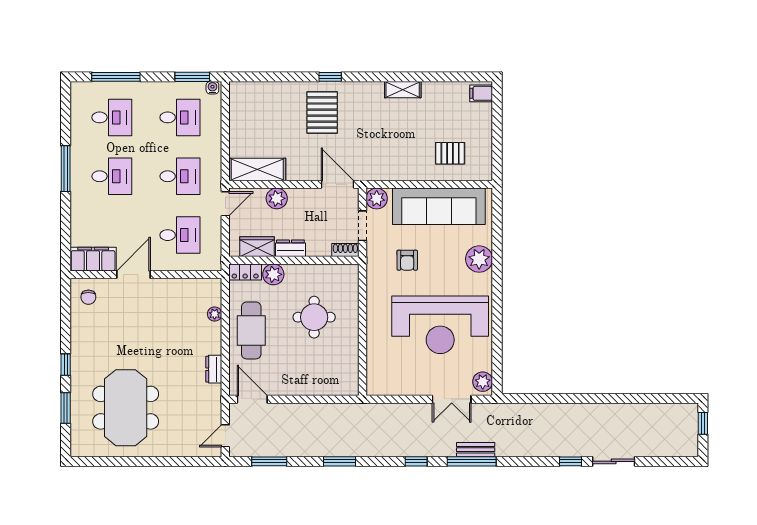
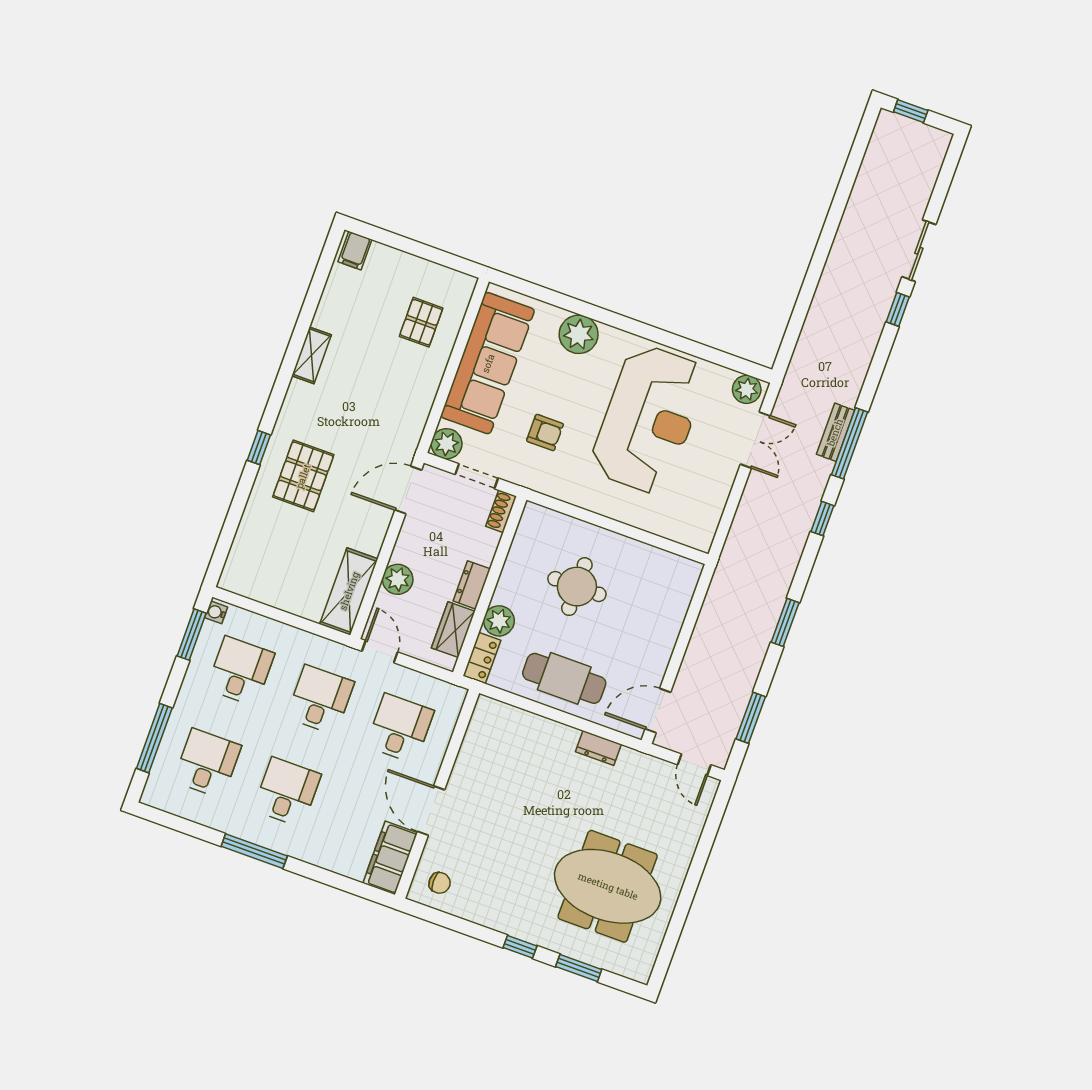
pallet: (322, 113) -> (303, 476), turned 90
plant: (215, 314) -> (524, 720), removed

